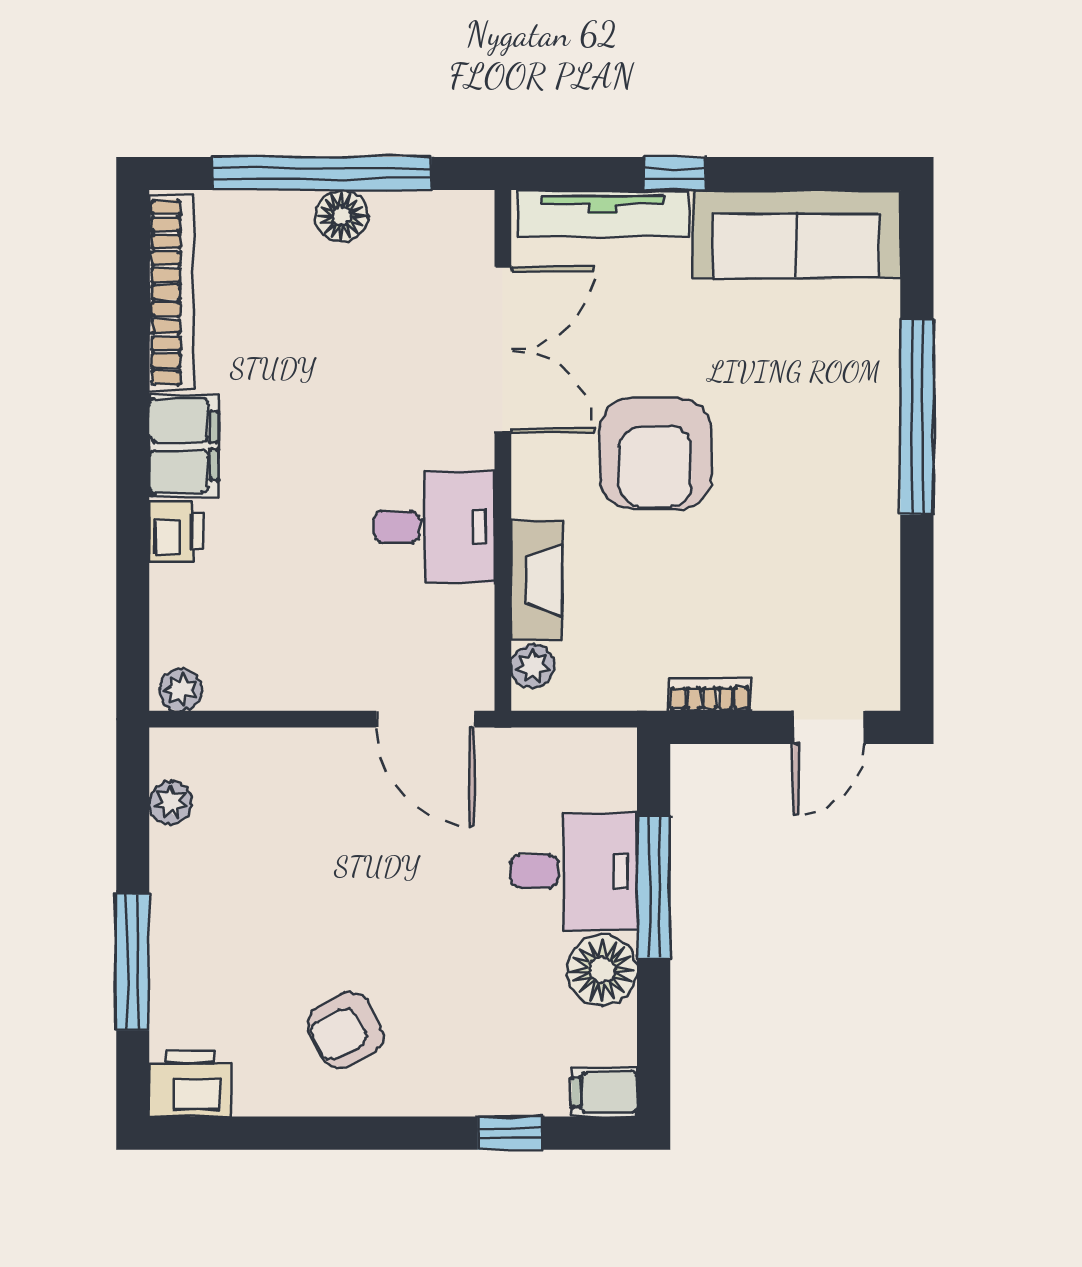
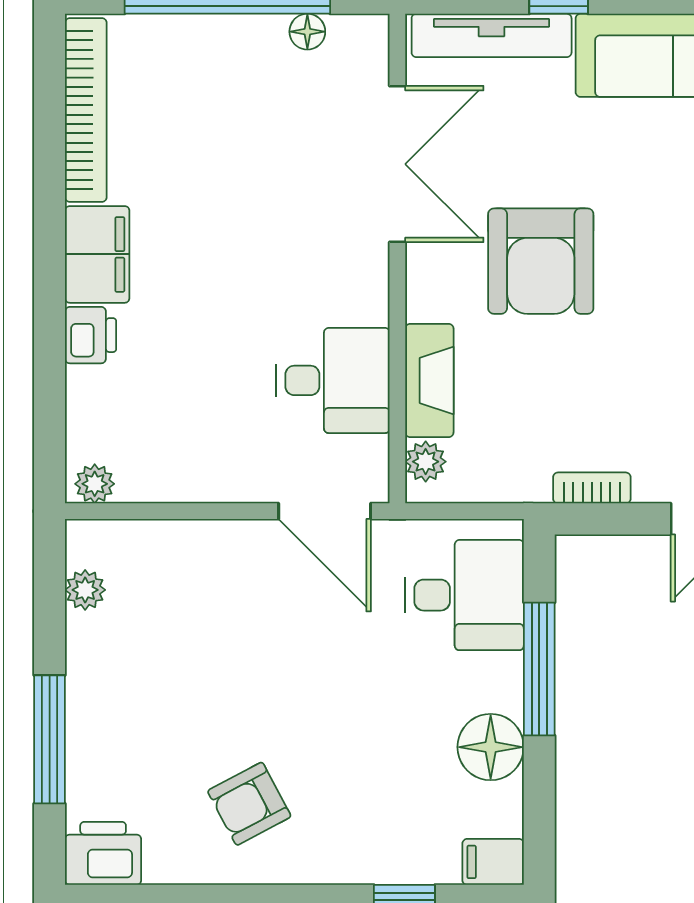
floor lamp: (341, 216) -> (307, 32), moved, width x0.73, depth x0.73
desk: (434, 527) -> (333, 380), moved
desk: (574, 872) -> (464, 595), moved

